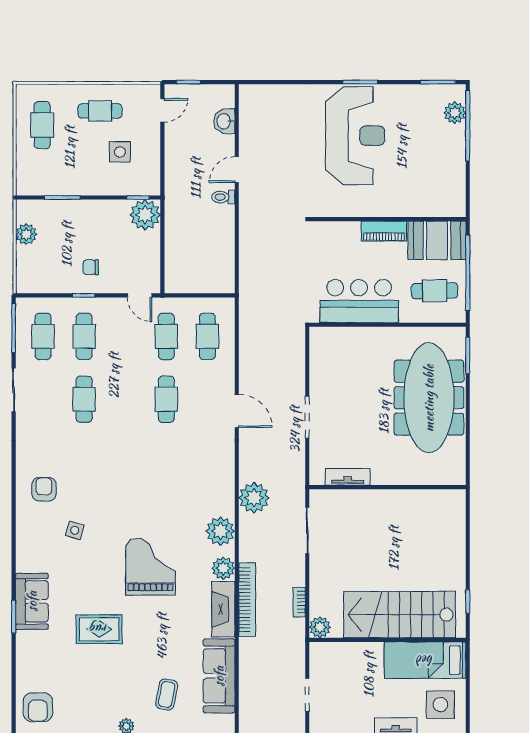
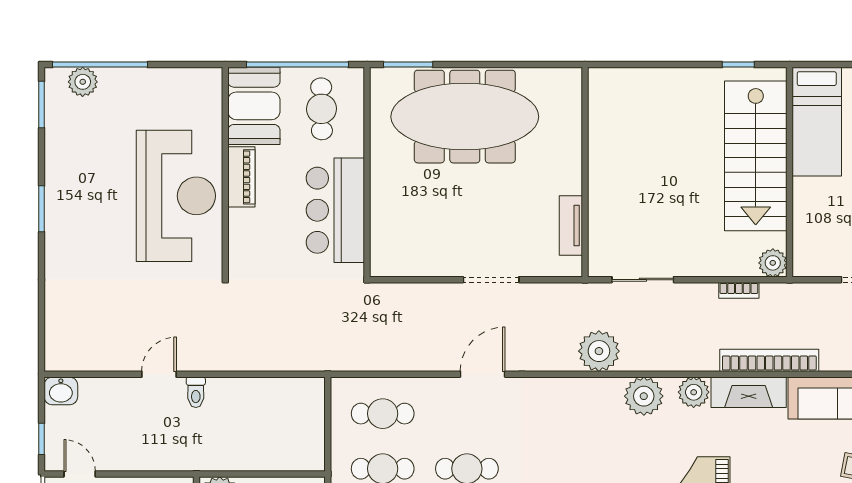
washbasin: (224, 121) -> (61, 391), moved
reception desk: (355, 136) -> (176, 196), moved, turned 90
door: (237, 170) -> (159, 374), swing flipped
bookcase: (247, 600) -> (769, 360), moved

